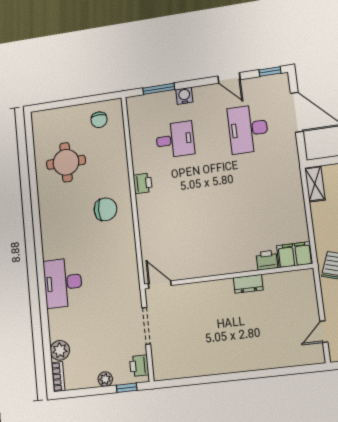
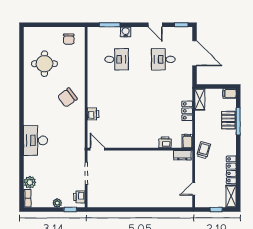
desk: (248, 129) -> (163, 59), width x0.73
printer: (143, 183) -> (93, 114), moved
locker: (297, 205) -> (187, 111), added
chair: (105, 209) -> (67, 98), turned 143
filing cabinet: (295, 255) -> (187, 141), width x0.50
dresser: (248, 284) -> (182, 155), moved

